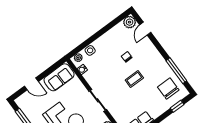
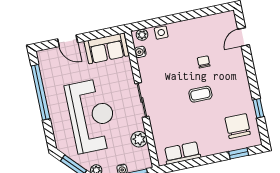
plant: (130, 22) -> (227, 20), removed
window: (176, 71) -> (258, 108), width x0.46

